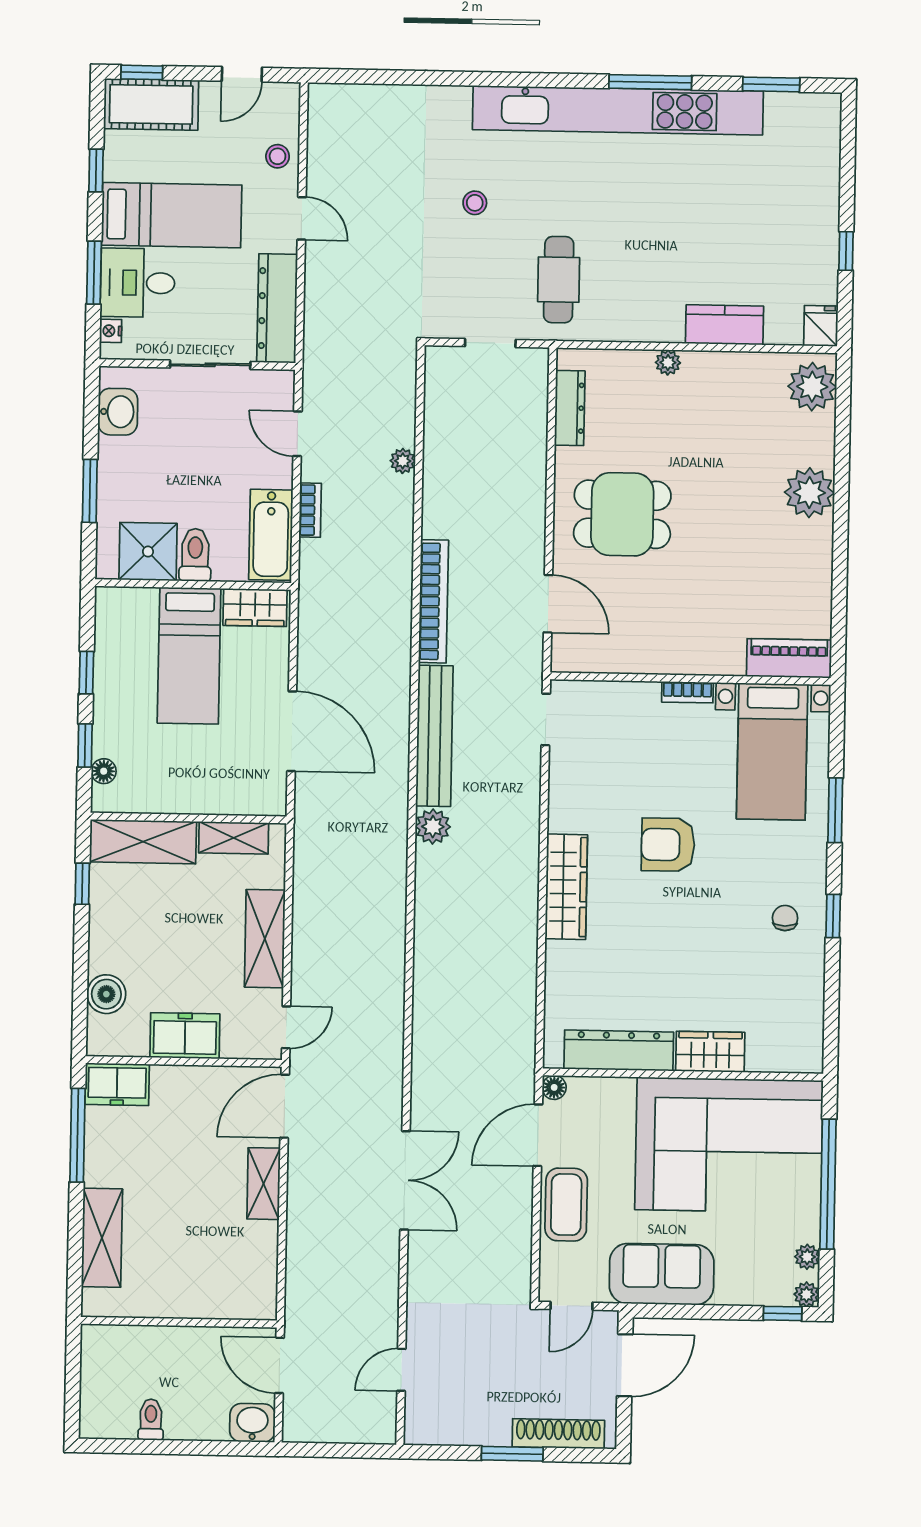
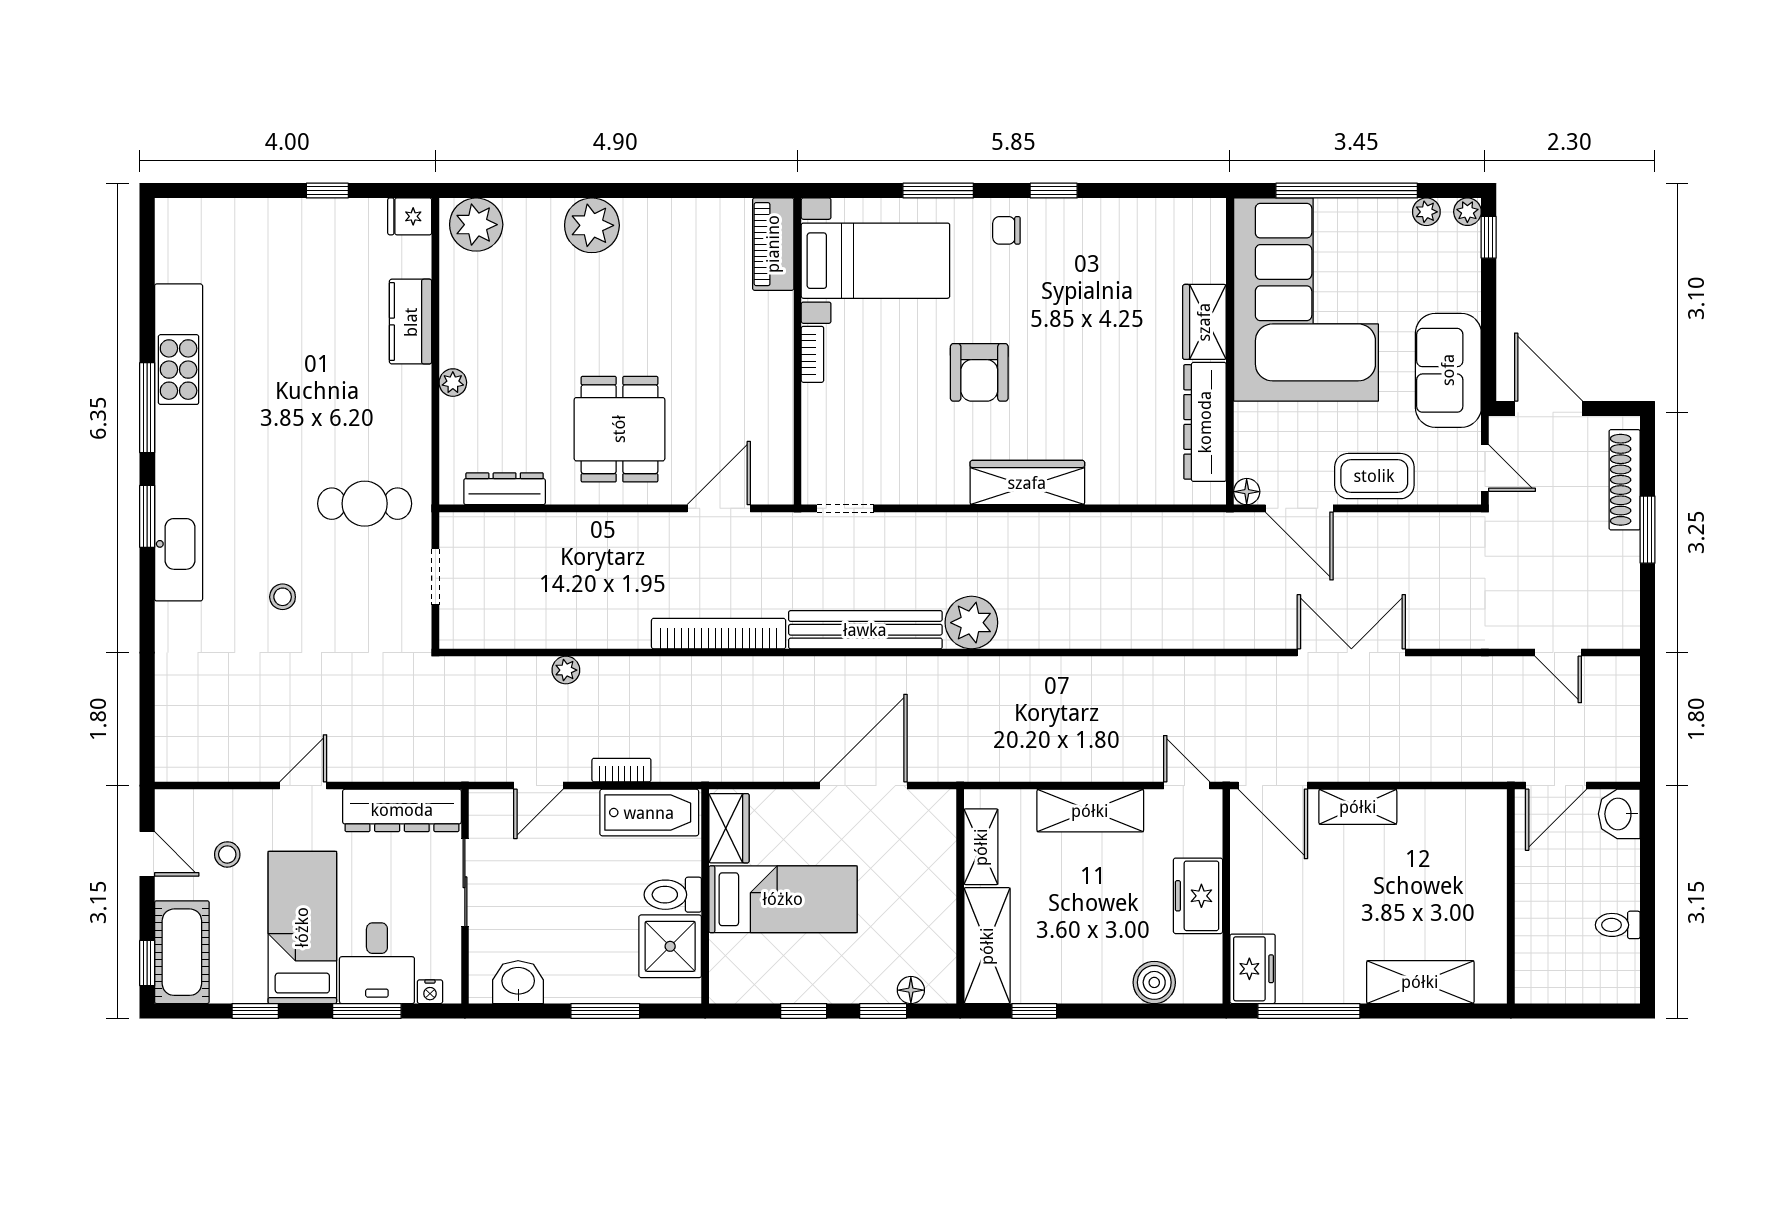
window: (771, 84) -> (147, 516), moved
stool: (278, 156) -> (227, 854), moved
plant: (433, 827) -> (971, 623), width x1.36, depth x1.36
chair: (785, 918) -> (1006, 230), moved

